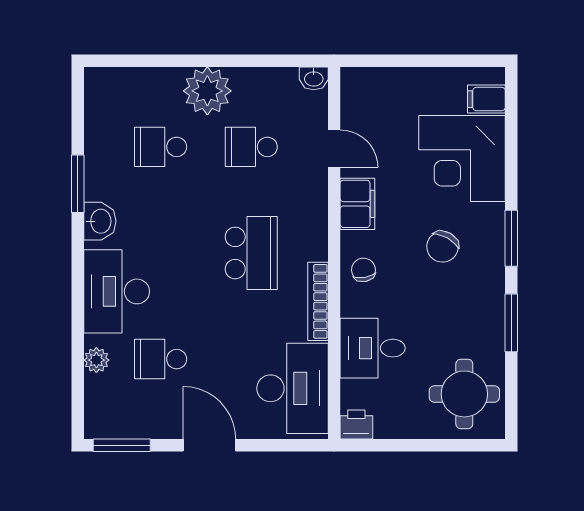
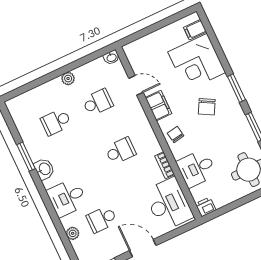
plant: (207, 91) -> (68, 79), width x0.53, depth x0.53
school desk: (251, 147) -> (98, 102), turned 180
school desk: (251, 253) -> (120, 151), width x0.54
desk: (117, 291) -> (67, 198), width x0.73
bookcase: (318, 301) -> (165, 165), width x0.64

